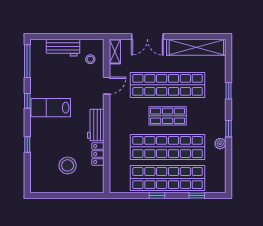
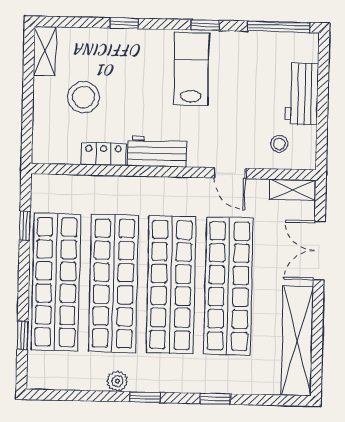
shop shelf: (168, 116) -> (171, 285), width x2.00, depth x1.36
shelving: (43, 187) -> (45, 51), added
window: (157, 195) -> (25, 226), moved

